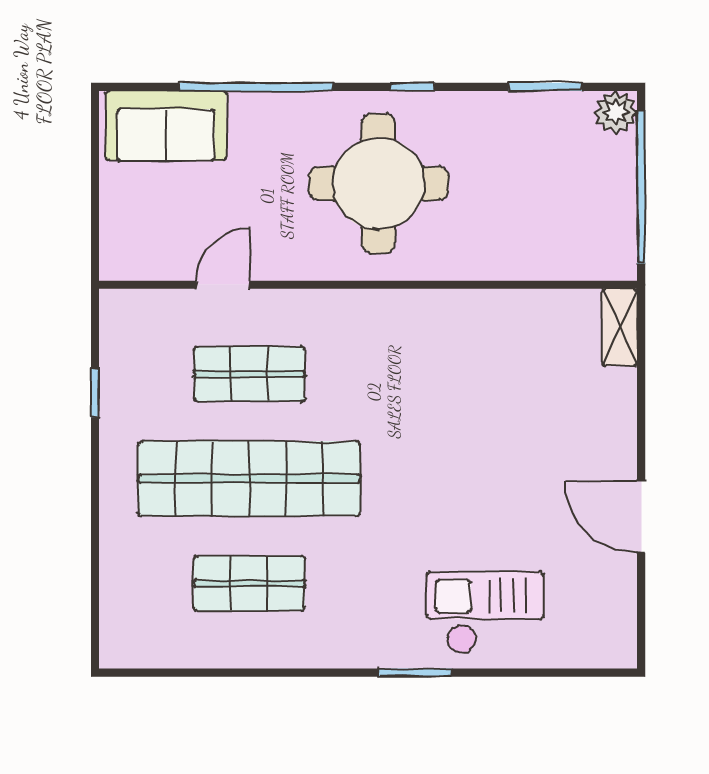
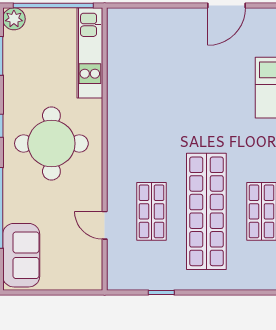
kitchen unit: (551, 257) -> (90, 53), added
shelving: (620, 327) -> (127, 17), removed

